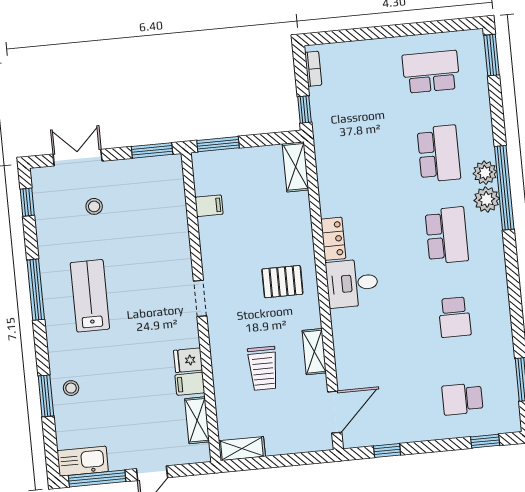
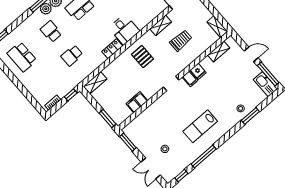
school desk: (439, 154) -> (51, 32), width x0.54
school desk: (371, 160) -> (72, 56), added
filing cabinet: (209, 206) -> (137, 102), width x2.00
window: (36, 290) -> (204, 157), moved
filing cabinet: (190, 384) -> (190, 79), moved

